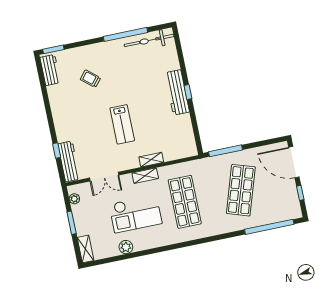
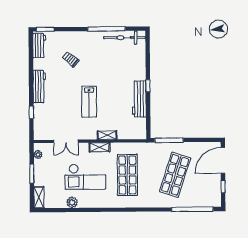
workbench: (177, 92) -> (139, 99), moved
workbench: (69, 161) -> (39, 87), moved
door: (294, 162) -> (223, 160), hinge flipped

